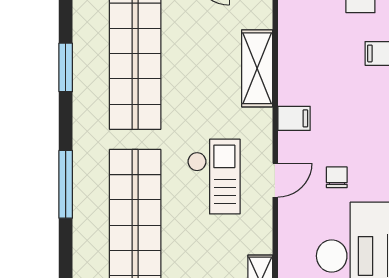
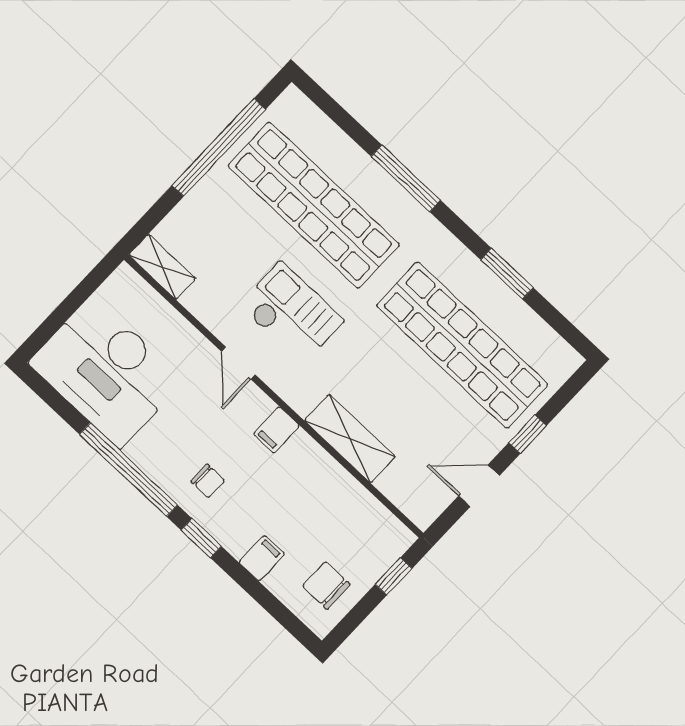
checkout: (214, 177) -> (292, 313), turned 180
chair: (337, 177) -> (208, 481), moved

